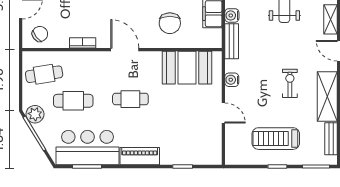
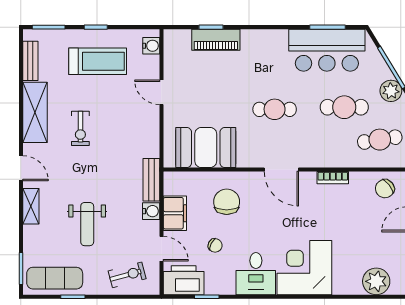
water cooler: (232, 80) -> (151, 46), moved
piano: (140, 156) -> (216, 40), moved

